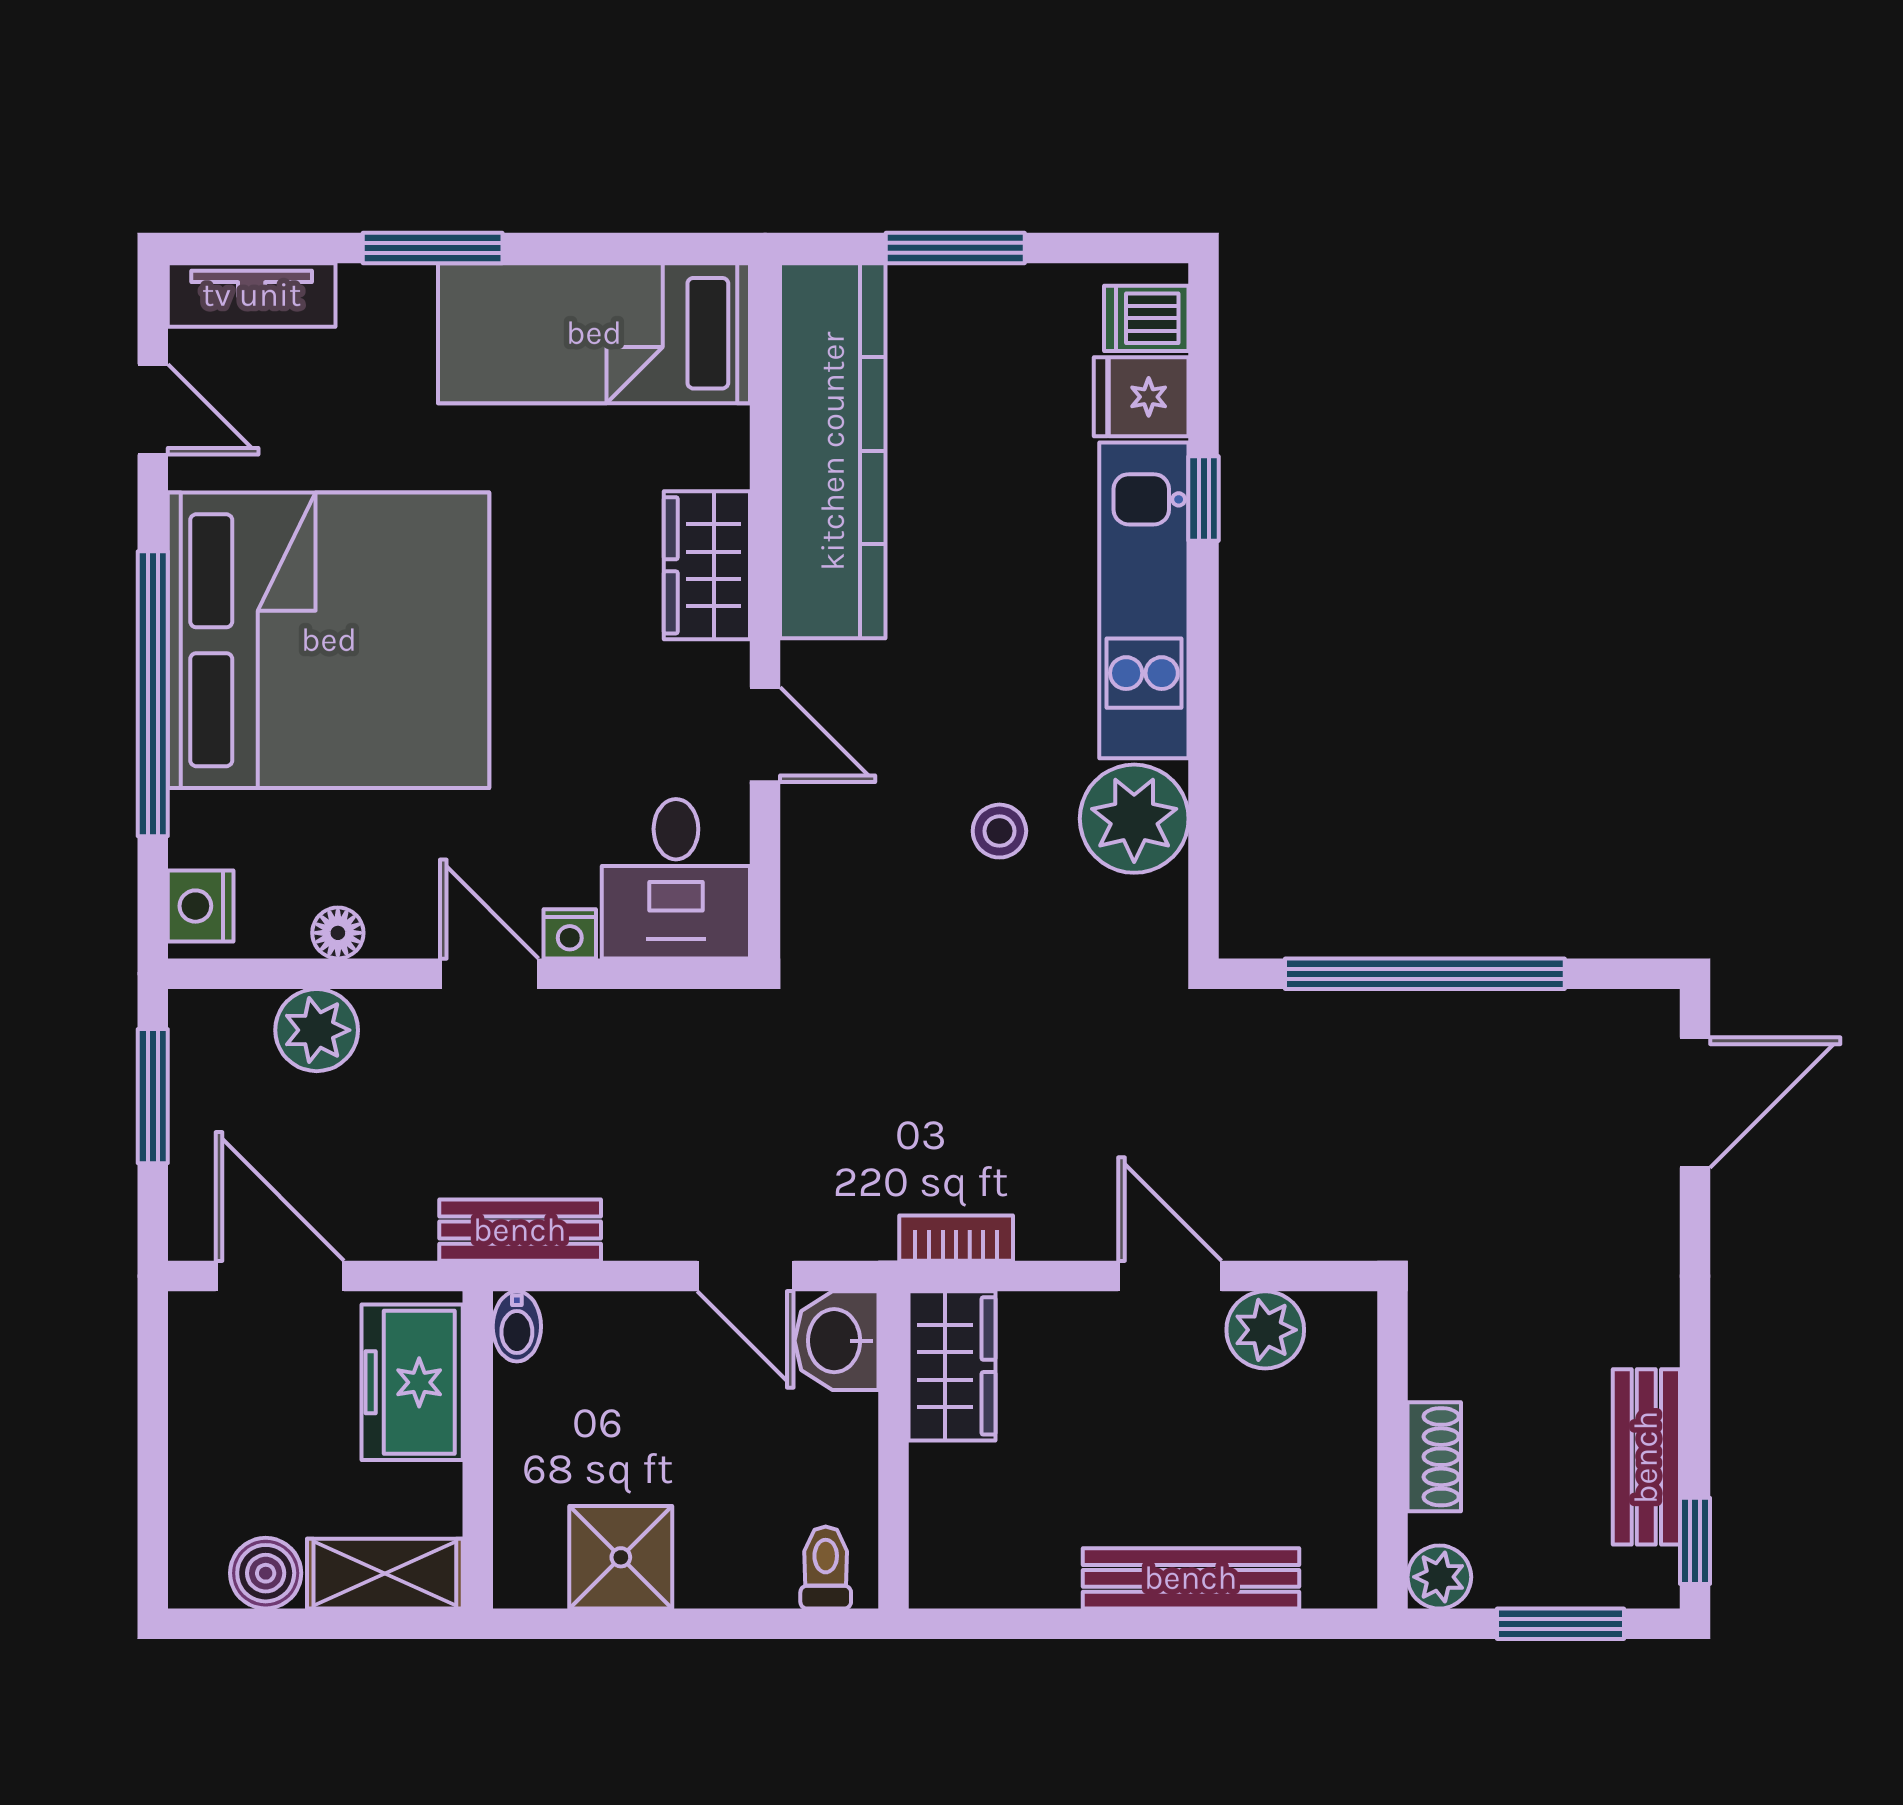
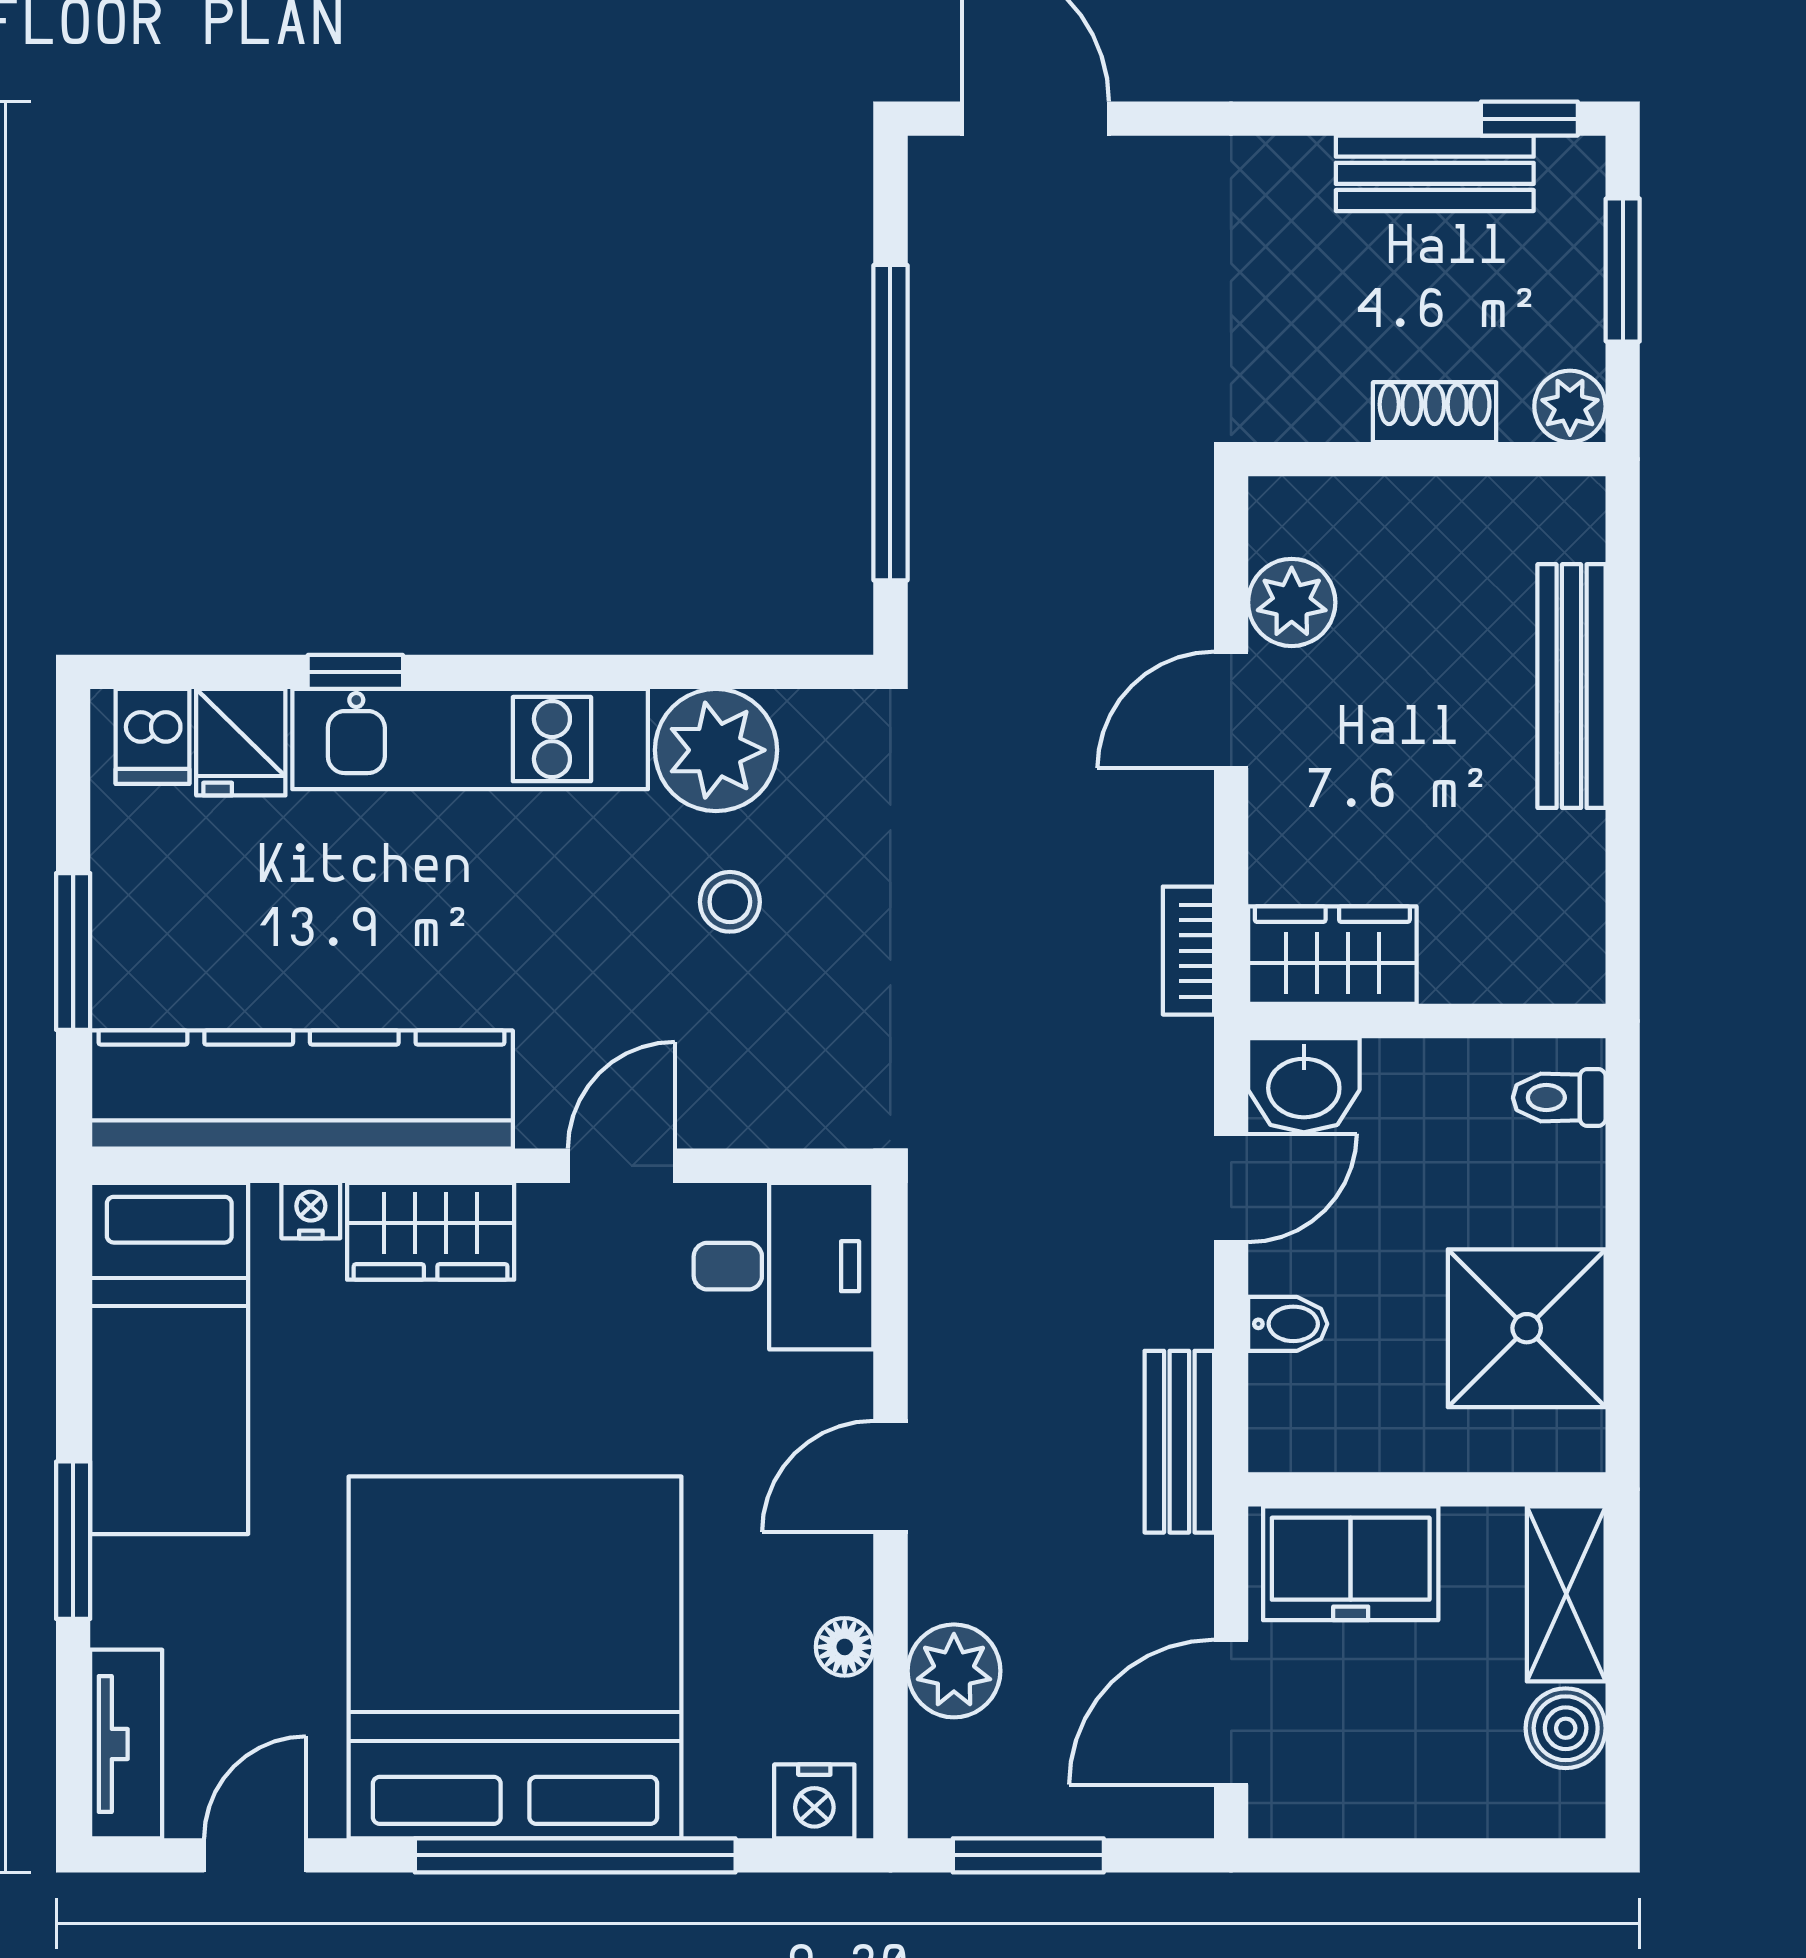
nightstand: (570, 934) -> (311, 1211), moved, turned -90
bidet: (517, 1326) -> (1288, 1324), moved
shower: (621, 1557) -> (1527, 1328), width x1.36, depth x1.36

